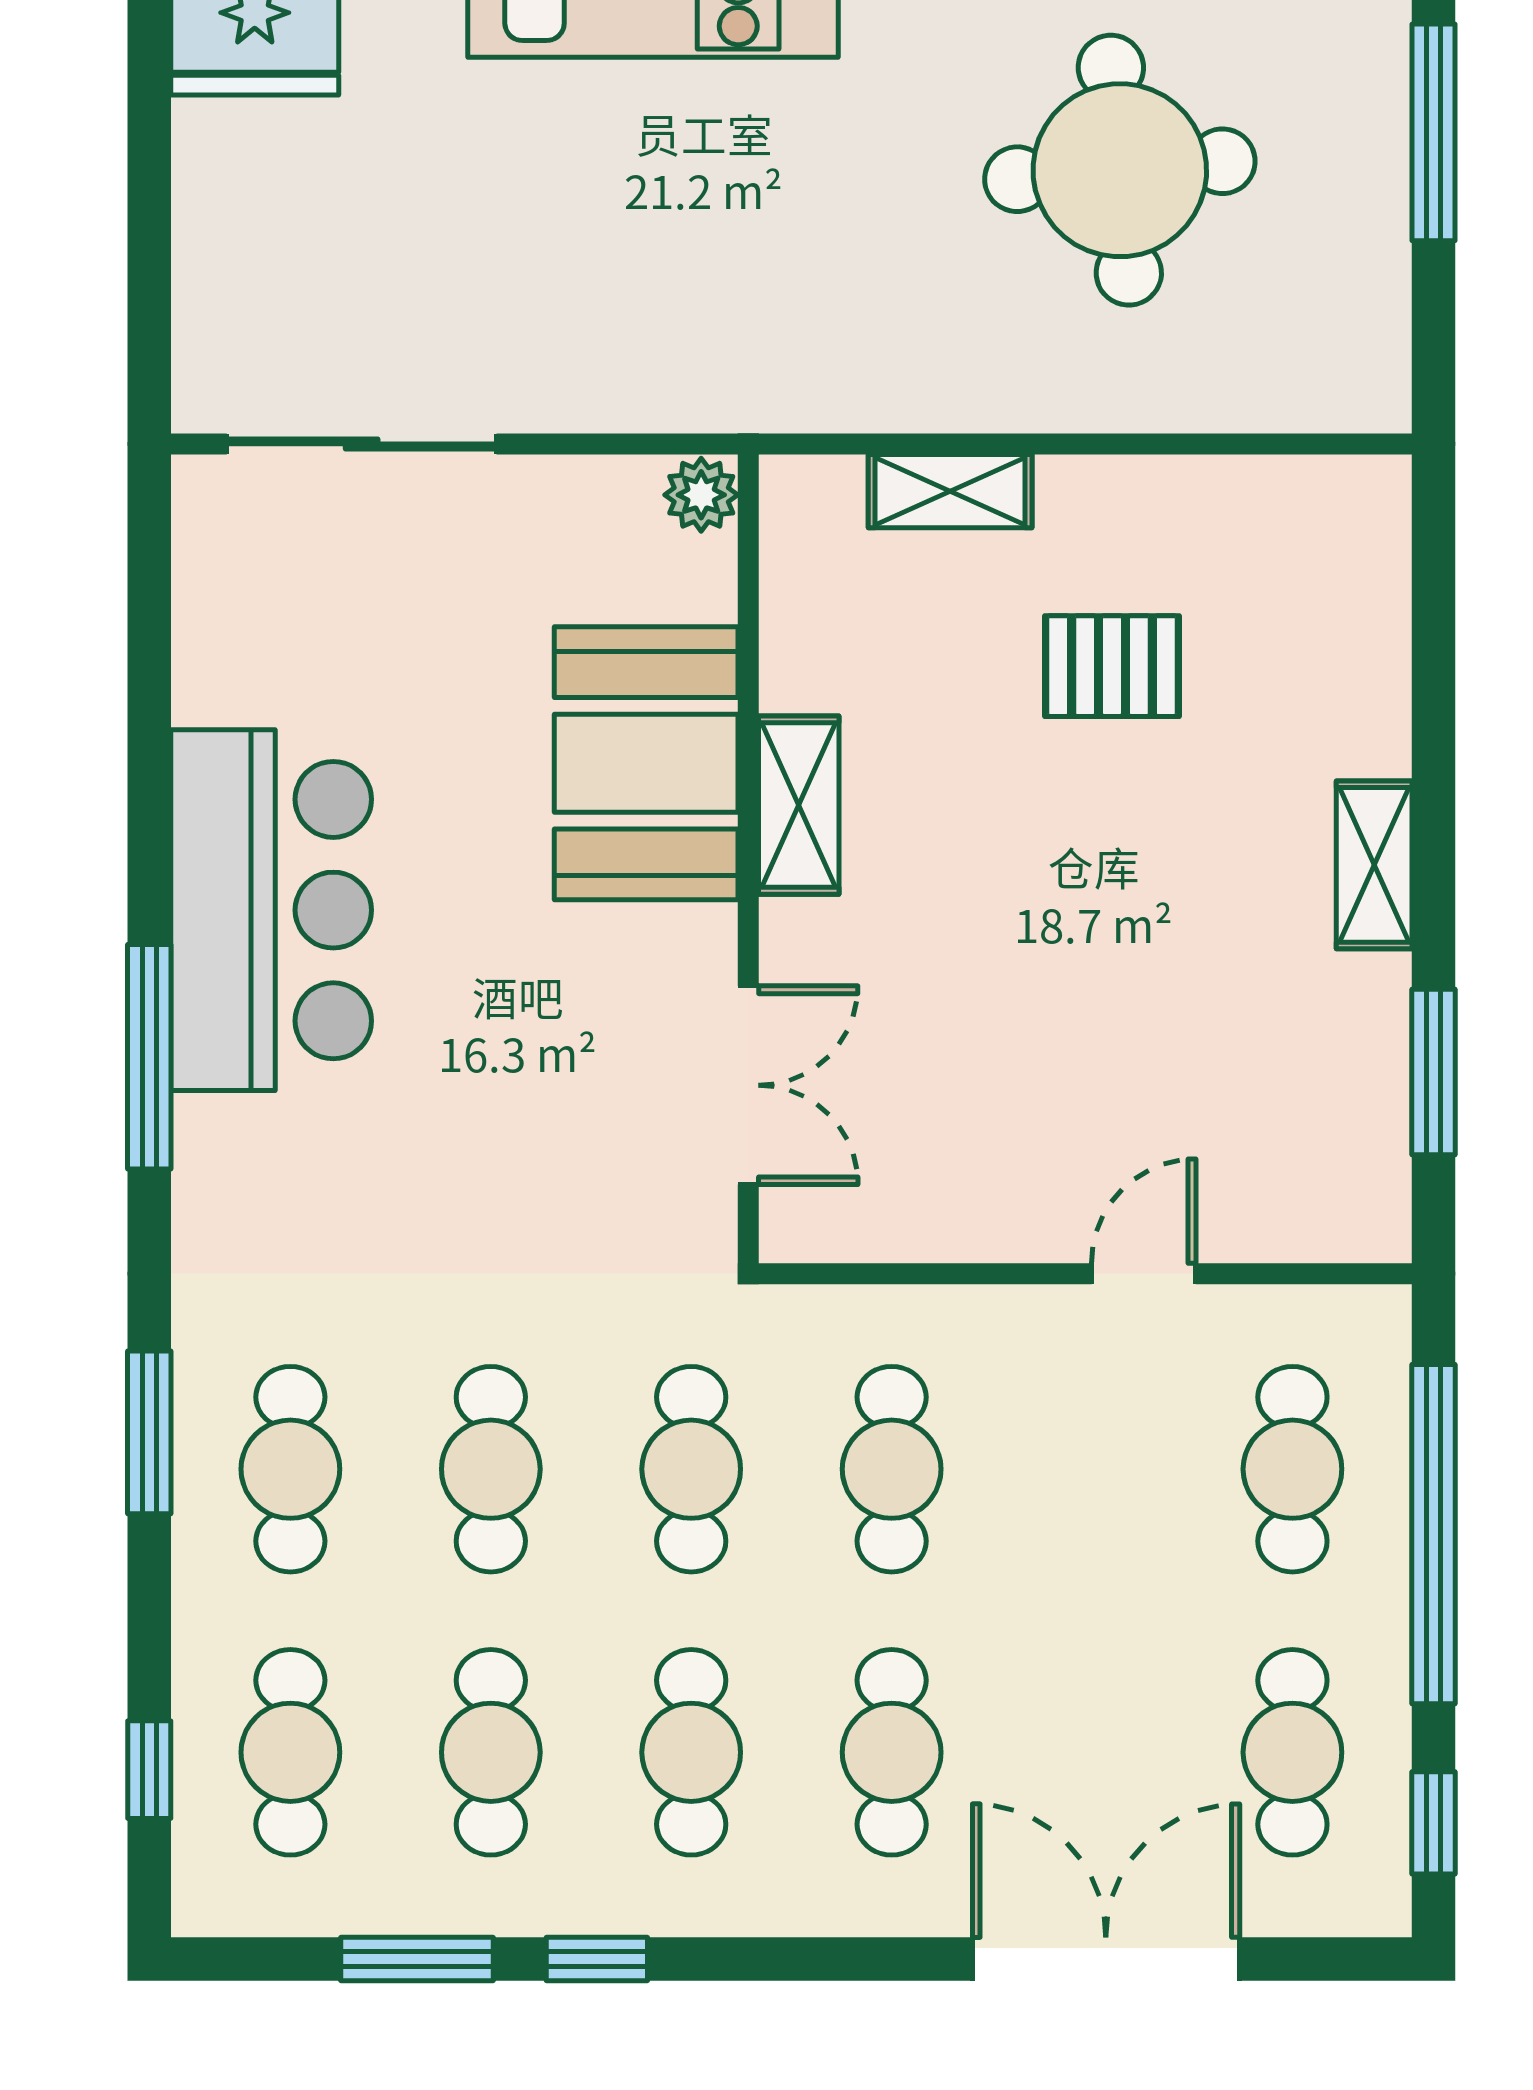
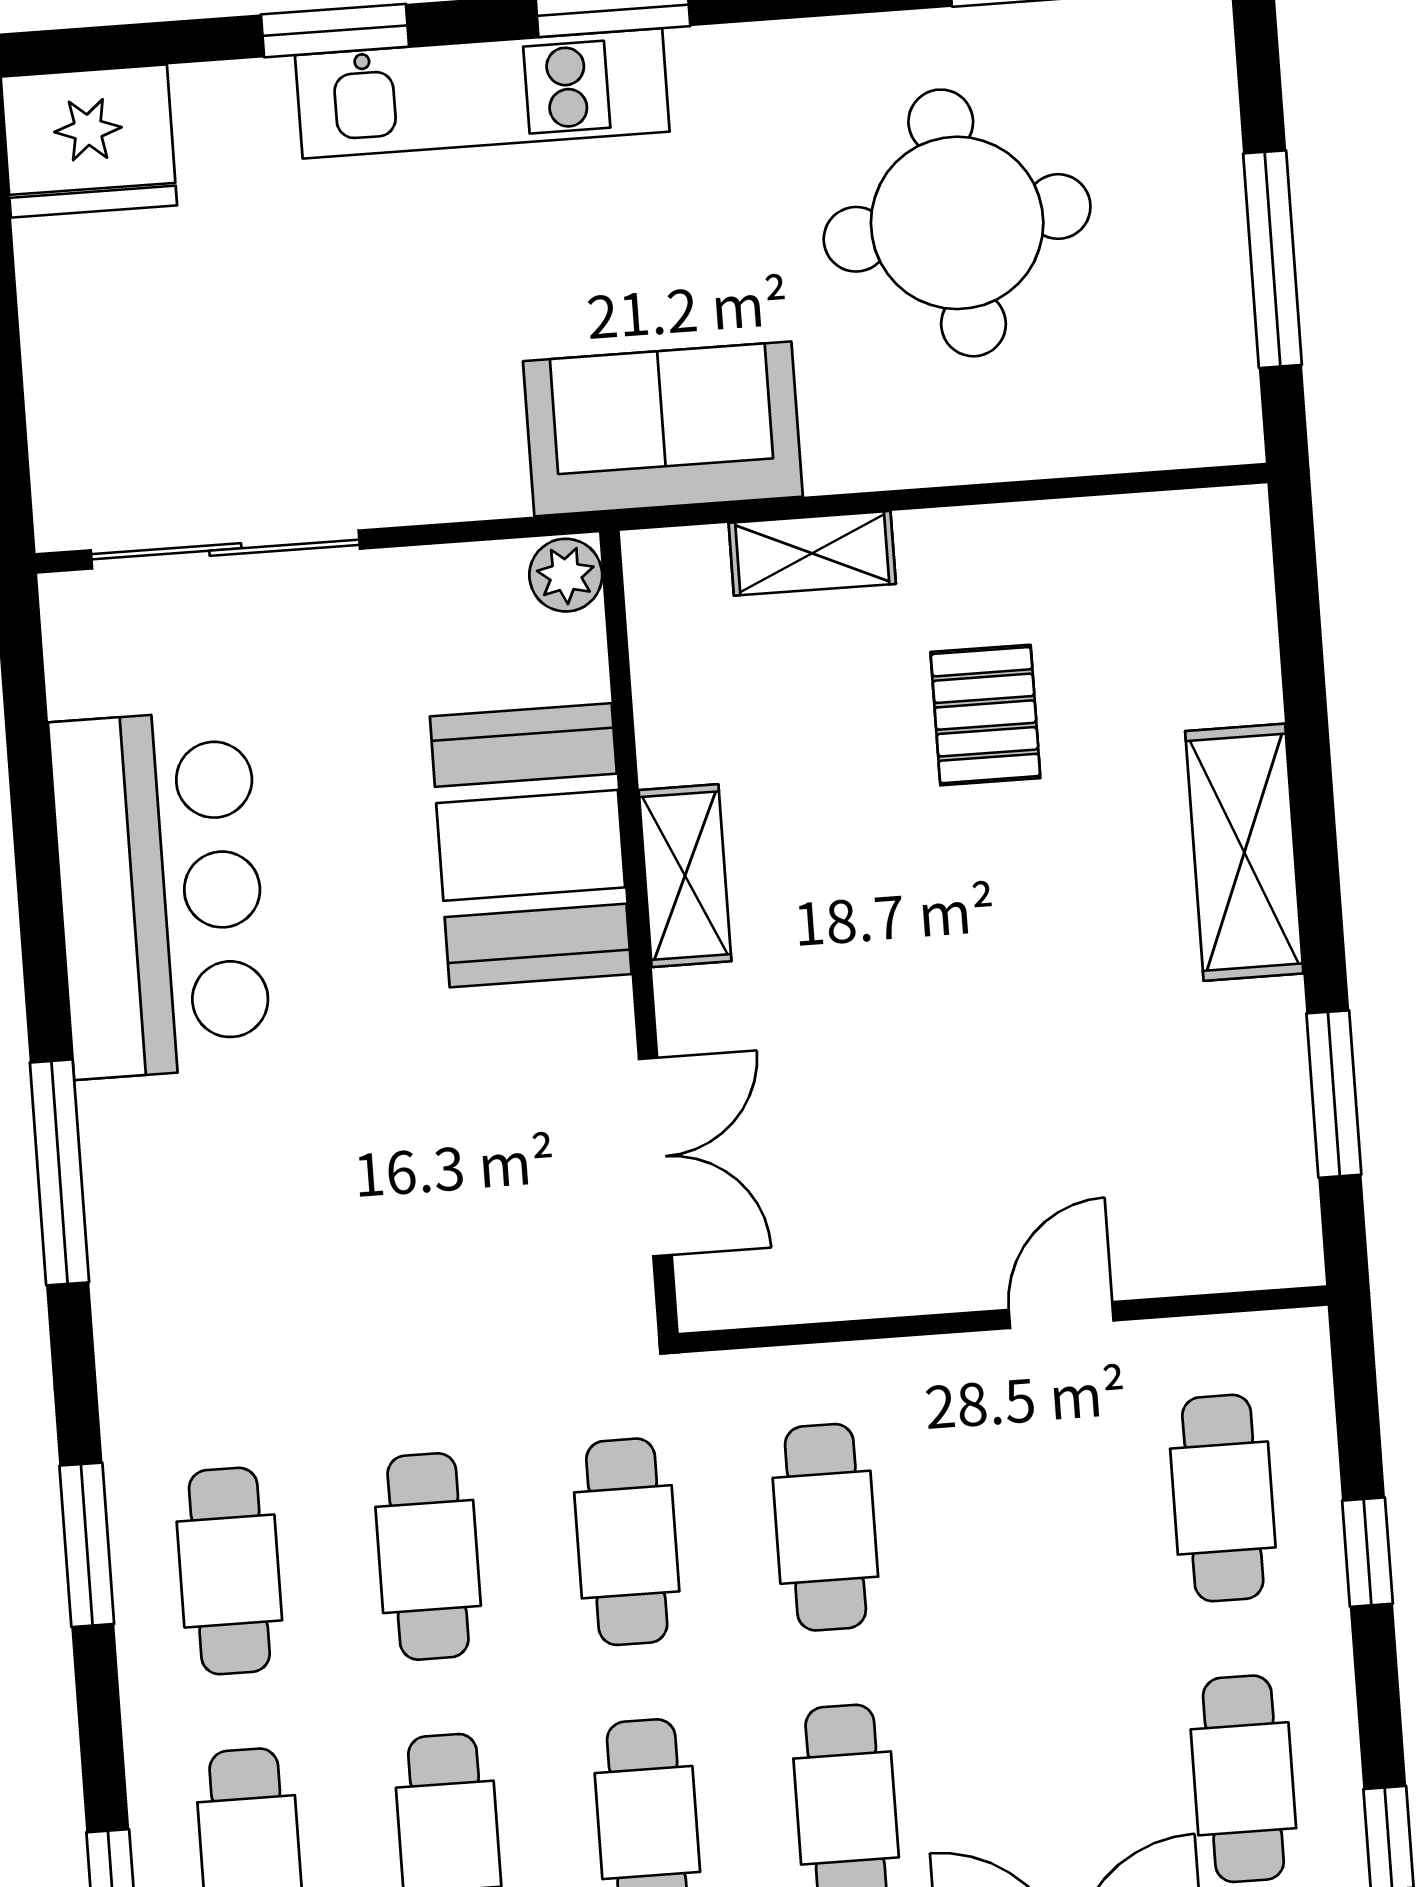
window: (1434, 132) -> (1272, 259), moved
sofa: (809, 355) -> (663, 429), added
pallet: (1112, 666) -> (985, 715), turned 90
shelving: (1374, 865) -> (1244, 852), width x1.50, depth x1.33
bar counter: (271, 910) -> (160, 894), moved
window: (1434, 1534) -> (1367, 1552), width x0.32

